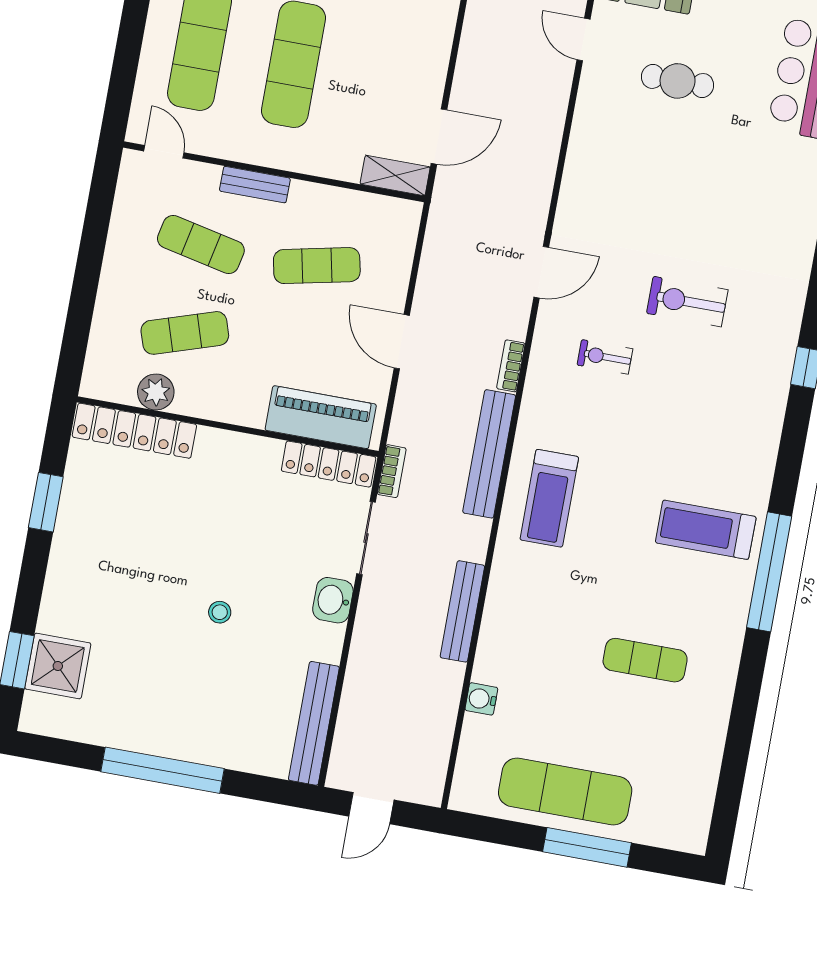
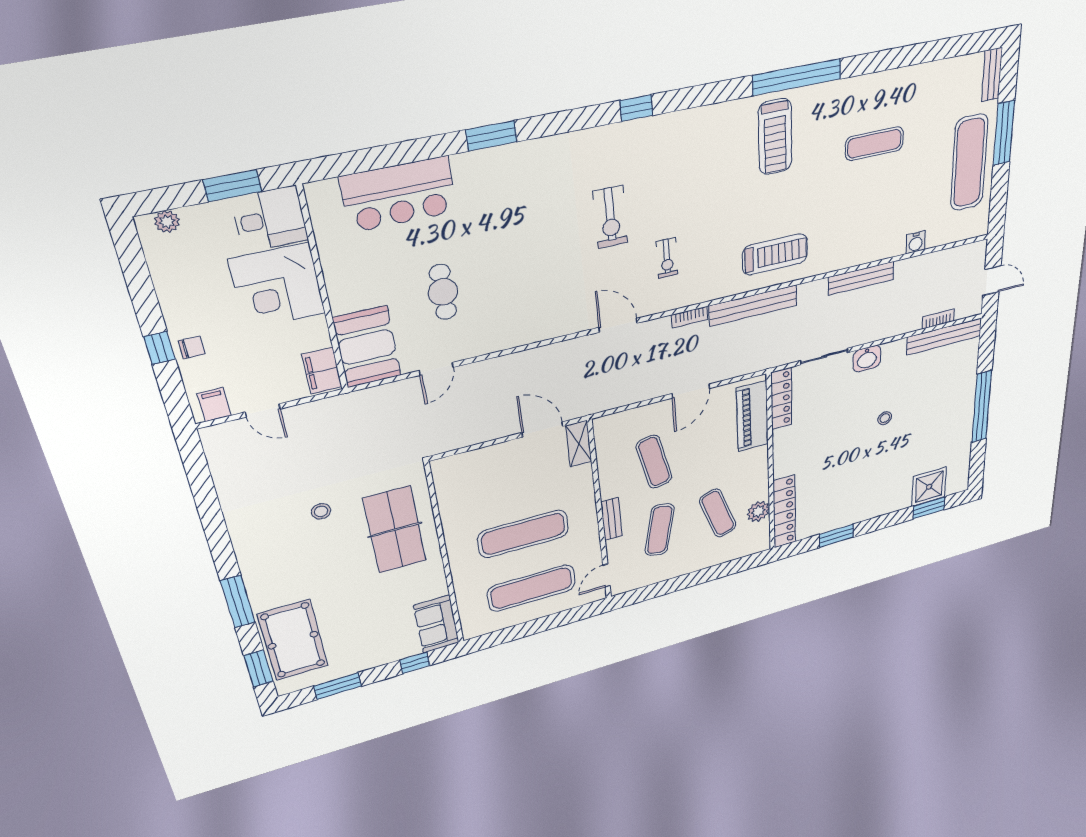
bookcase: (392, 471) -> (938, 319), moved
exercise mat: (645, 660) -> (874, 144), turned 90
bench: (674, 837) -> (992, 75), added

